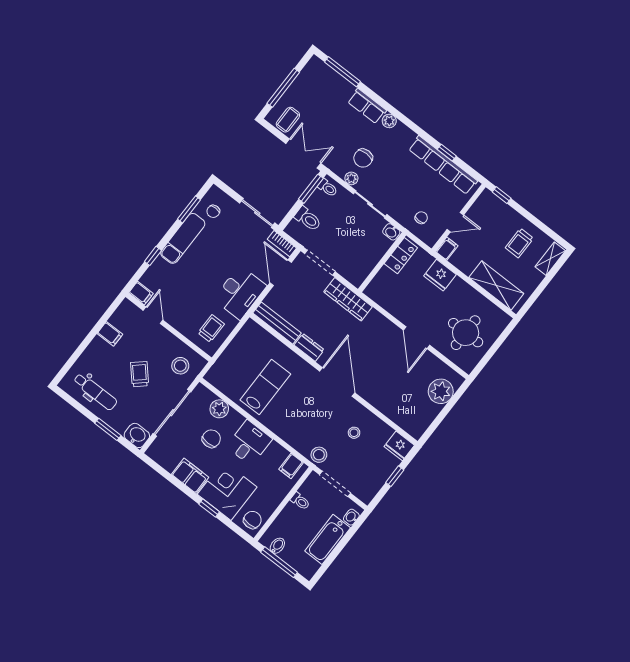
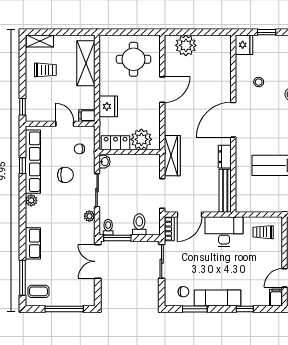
coffee table: (288, 120) -> (38, 291), moved
plant: (389, 121) -> (31, 200), moved
chair: (363, 158) -> (65, 175), moved
plant: (385, 282) -> (141, 139), added

